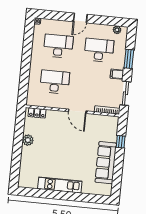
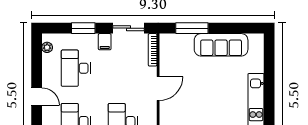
window: (121, 142) -> (192, 28), width x2.17

